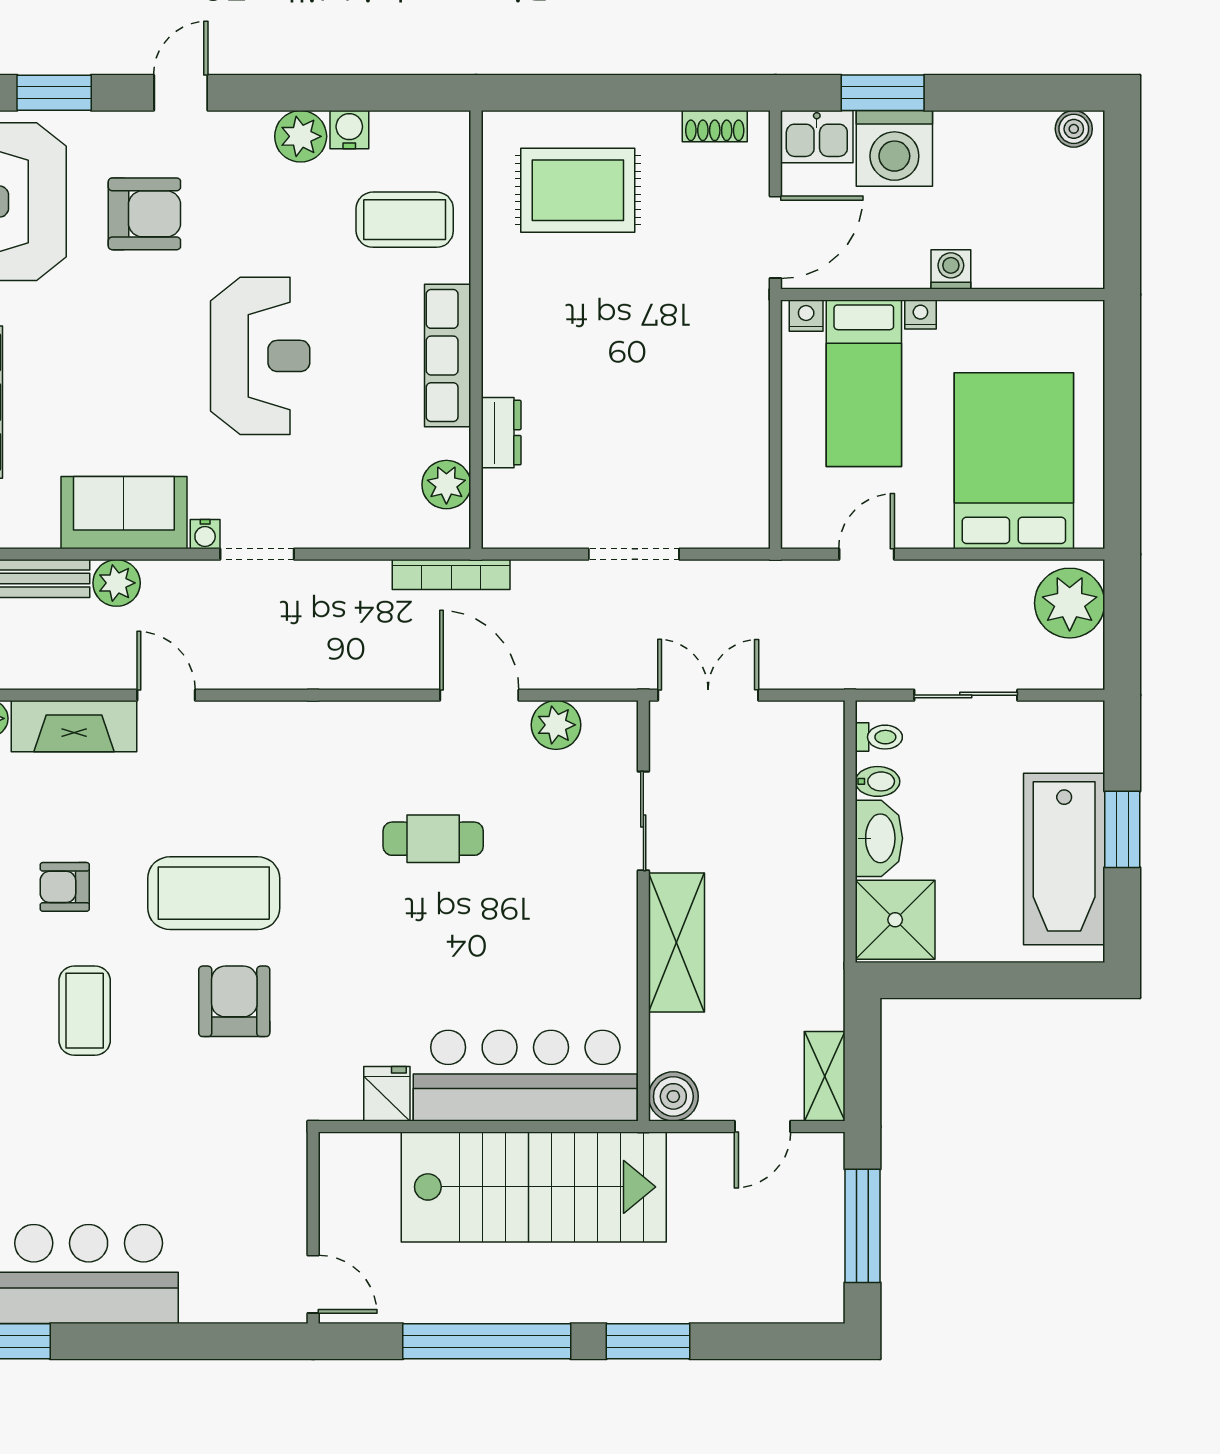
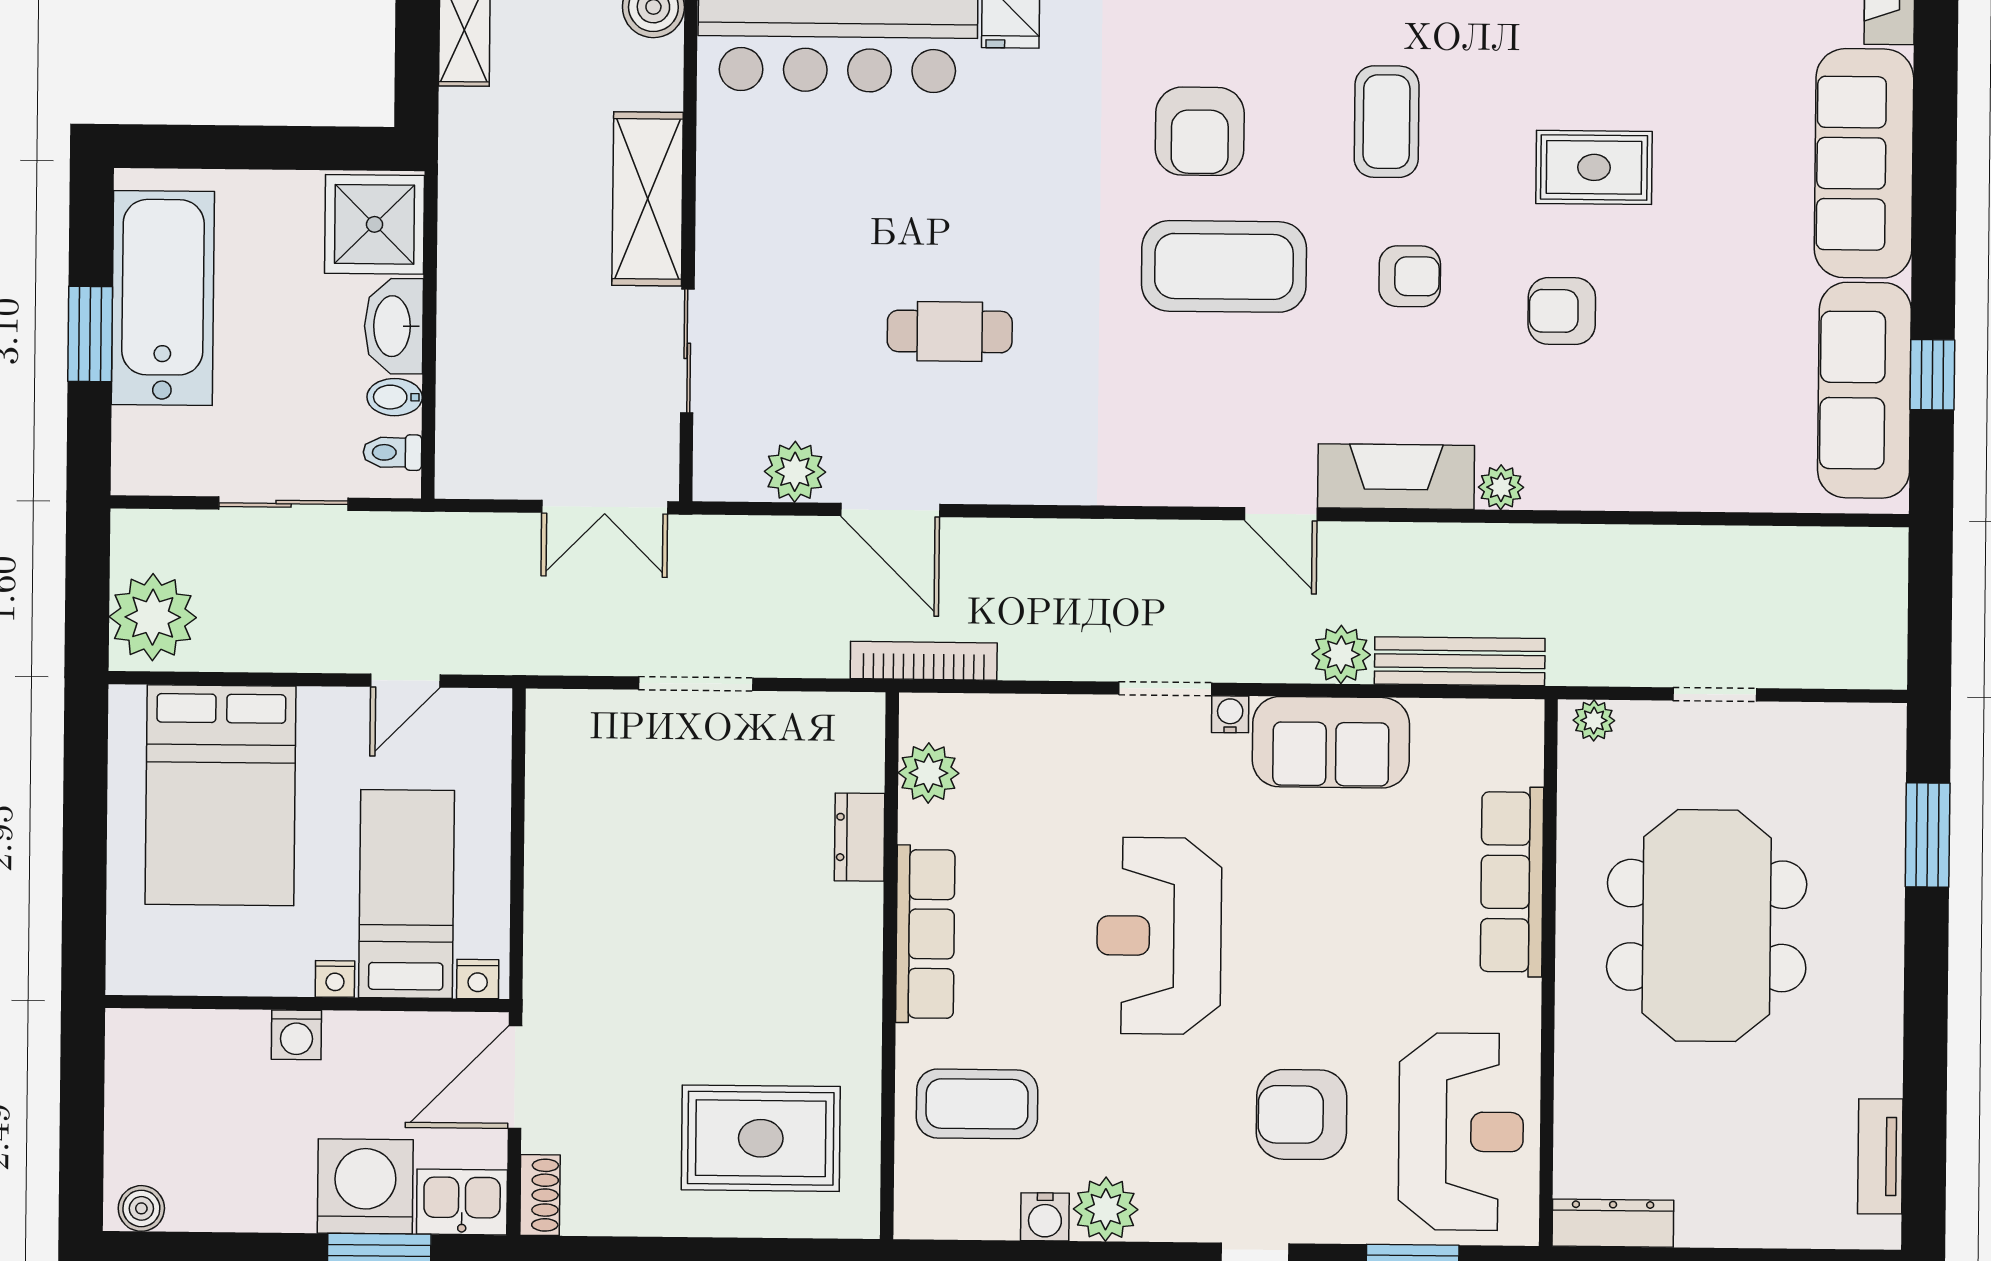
shoe rack: (715, 126) -> (540, 1195), moved, turned 90

